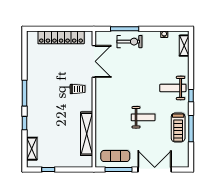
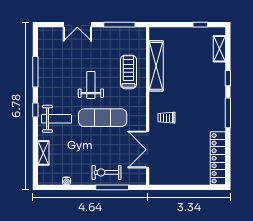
locker: (61, 37) -> (218, 158), moved, turned -90
shelving: (184, 46) -> (43, 153), moved
weight bench: (143, 117) -> (91, 85), turned 90
treadmill: (178, 127) -> (128, 72), moved
exercise mat: (115, 156) -> (103, 118), moved, width x1.36, depth x1.45
double door: (155, 170) -> (77, 25), width x0.73

